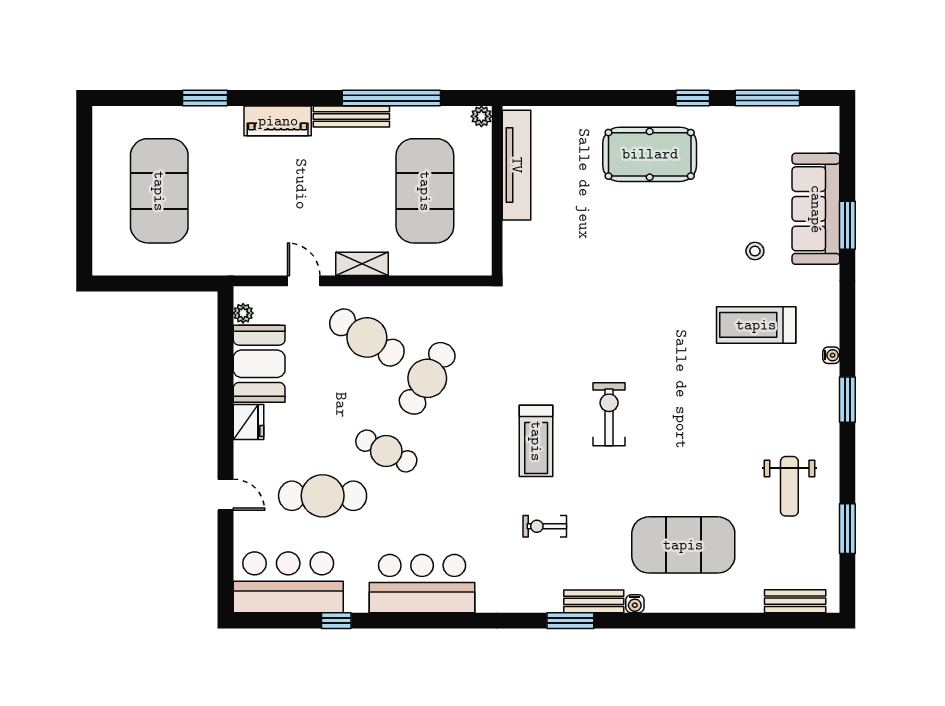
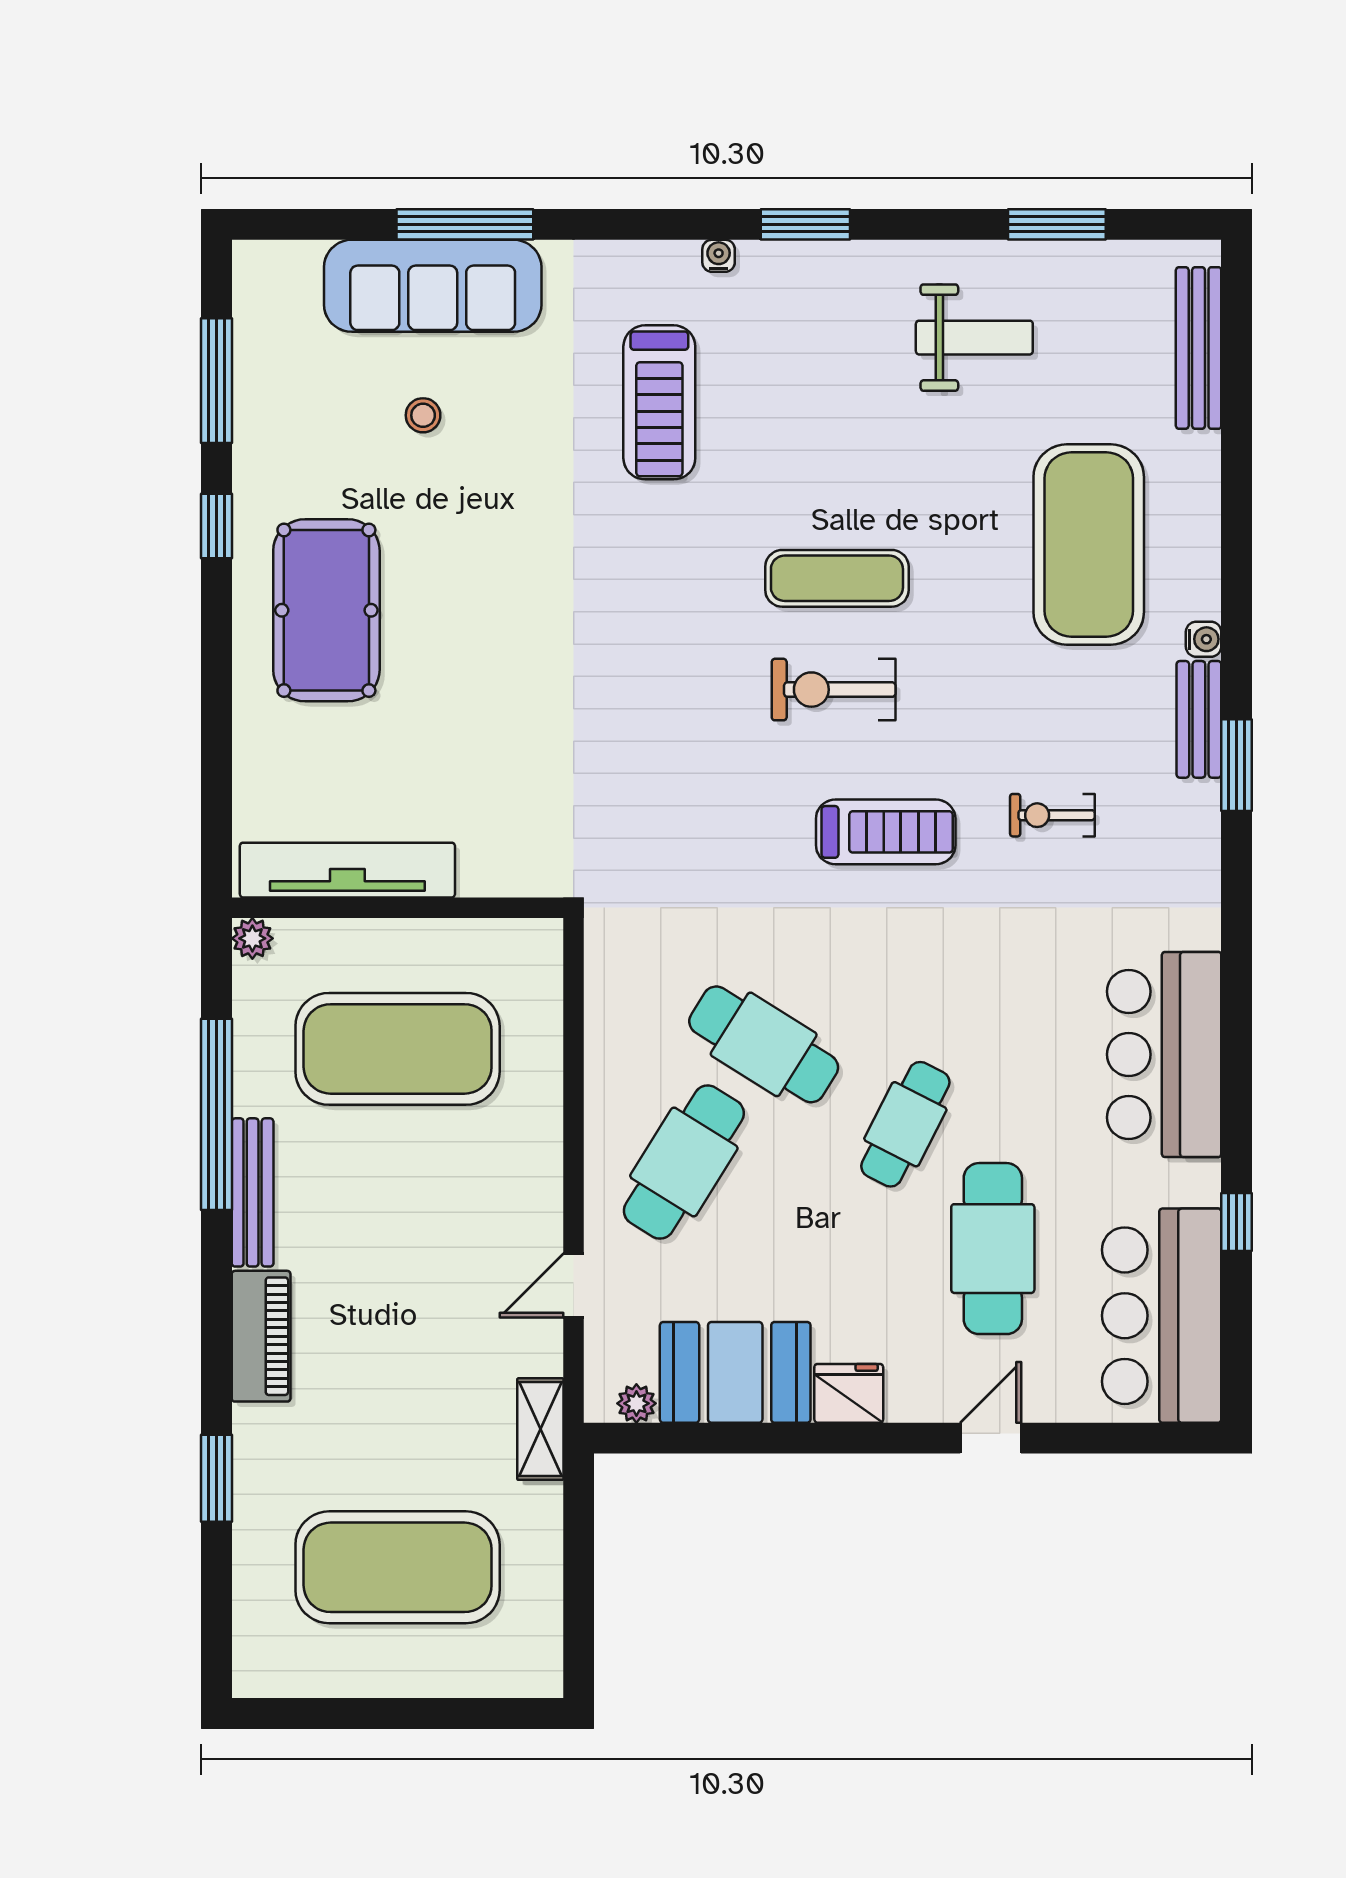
window: (847, 225) -> (465, 224), width x1.44
stool: (755, 251) -> (423, 415), moved
shelving: (362, 264) -> (540, 1429), moved
exercise mat: (666, 416) -> (837, 578), added
exercise bike: (545, 526) -> (1052, 815), turned 90
bench: (795, 601) -> (1199, 348), width x1.36

